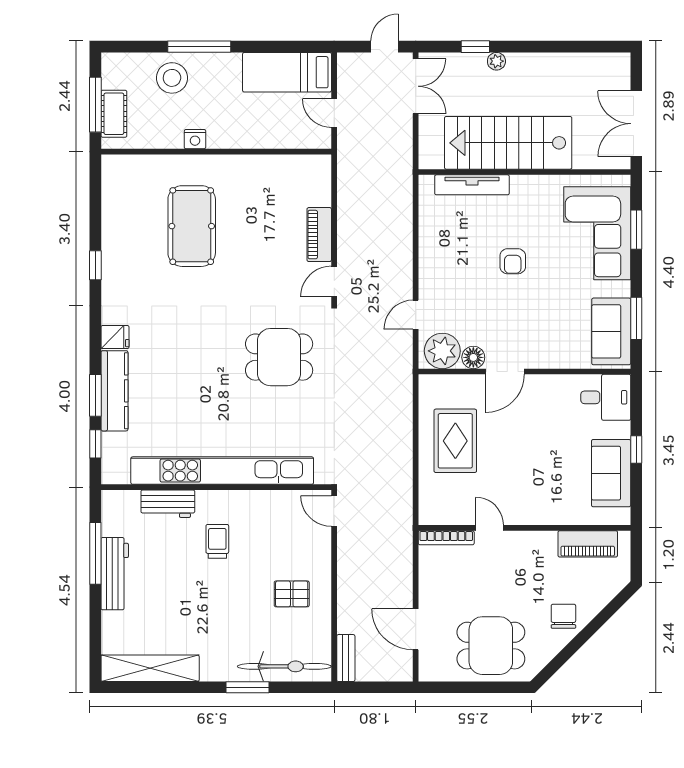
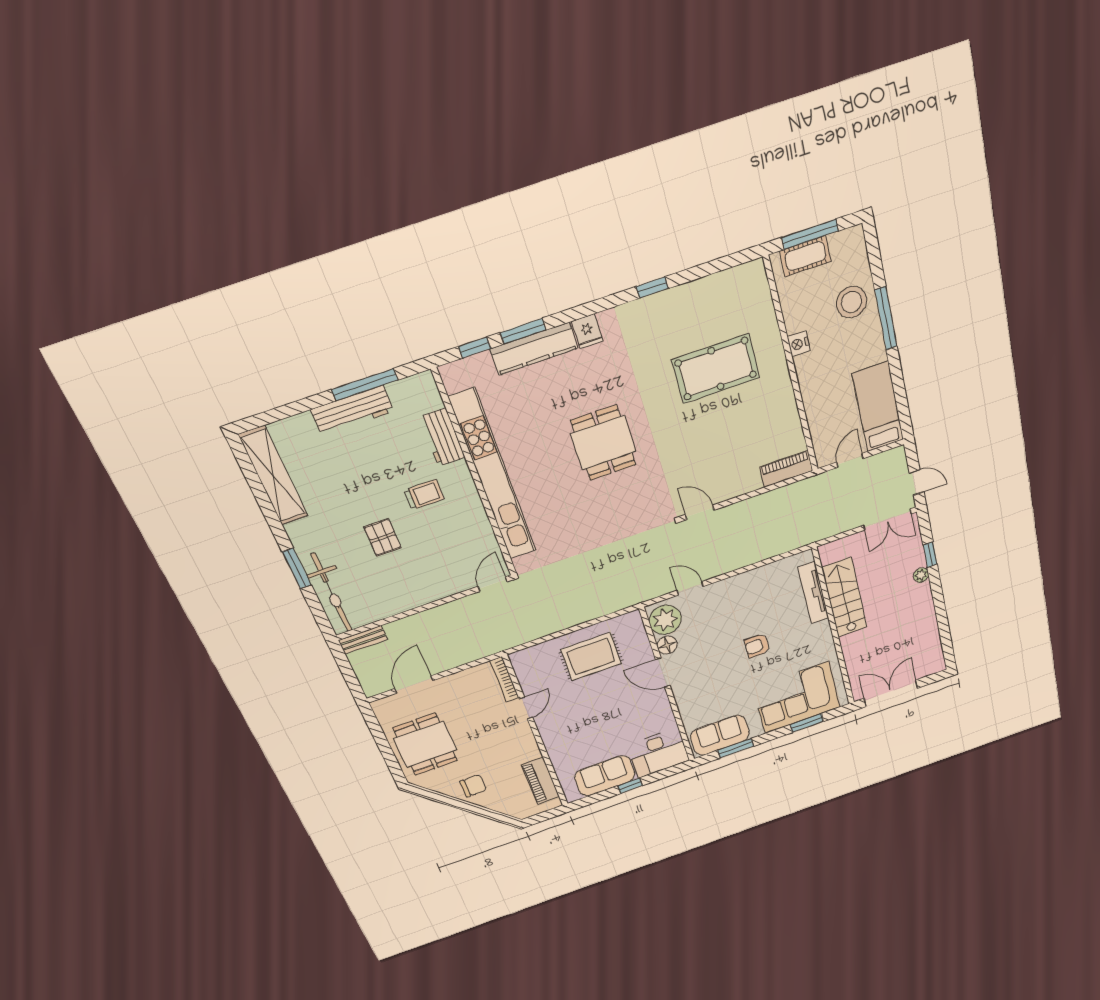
stairs: (508, 143) -> (845, 598), width x0.73, depth x0.66
piano: (319, 235) -> (786, 469), moved
dining table: (279, 357) -> (603, 443), moved
desk: (606, 397) -> (658, 753), width x1.37
pallet: (292, 594) -> (383, 537), moved

